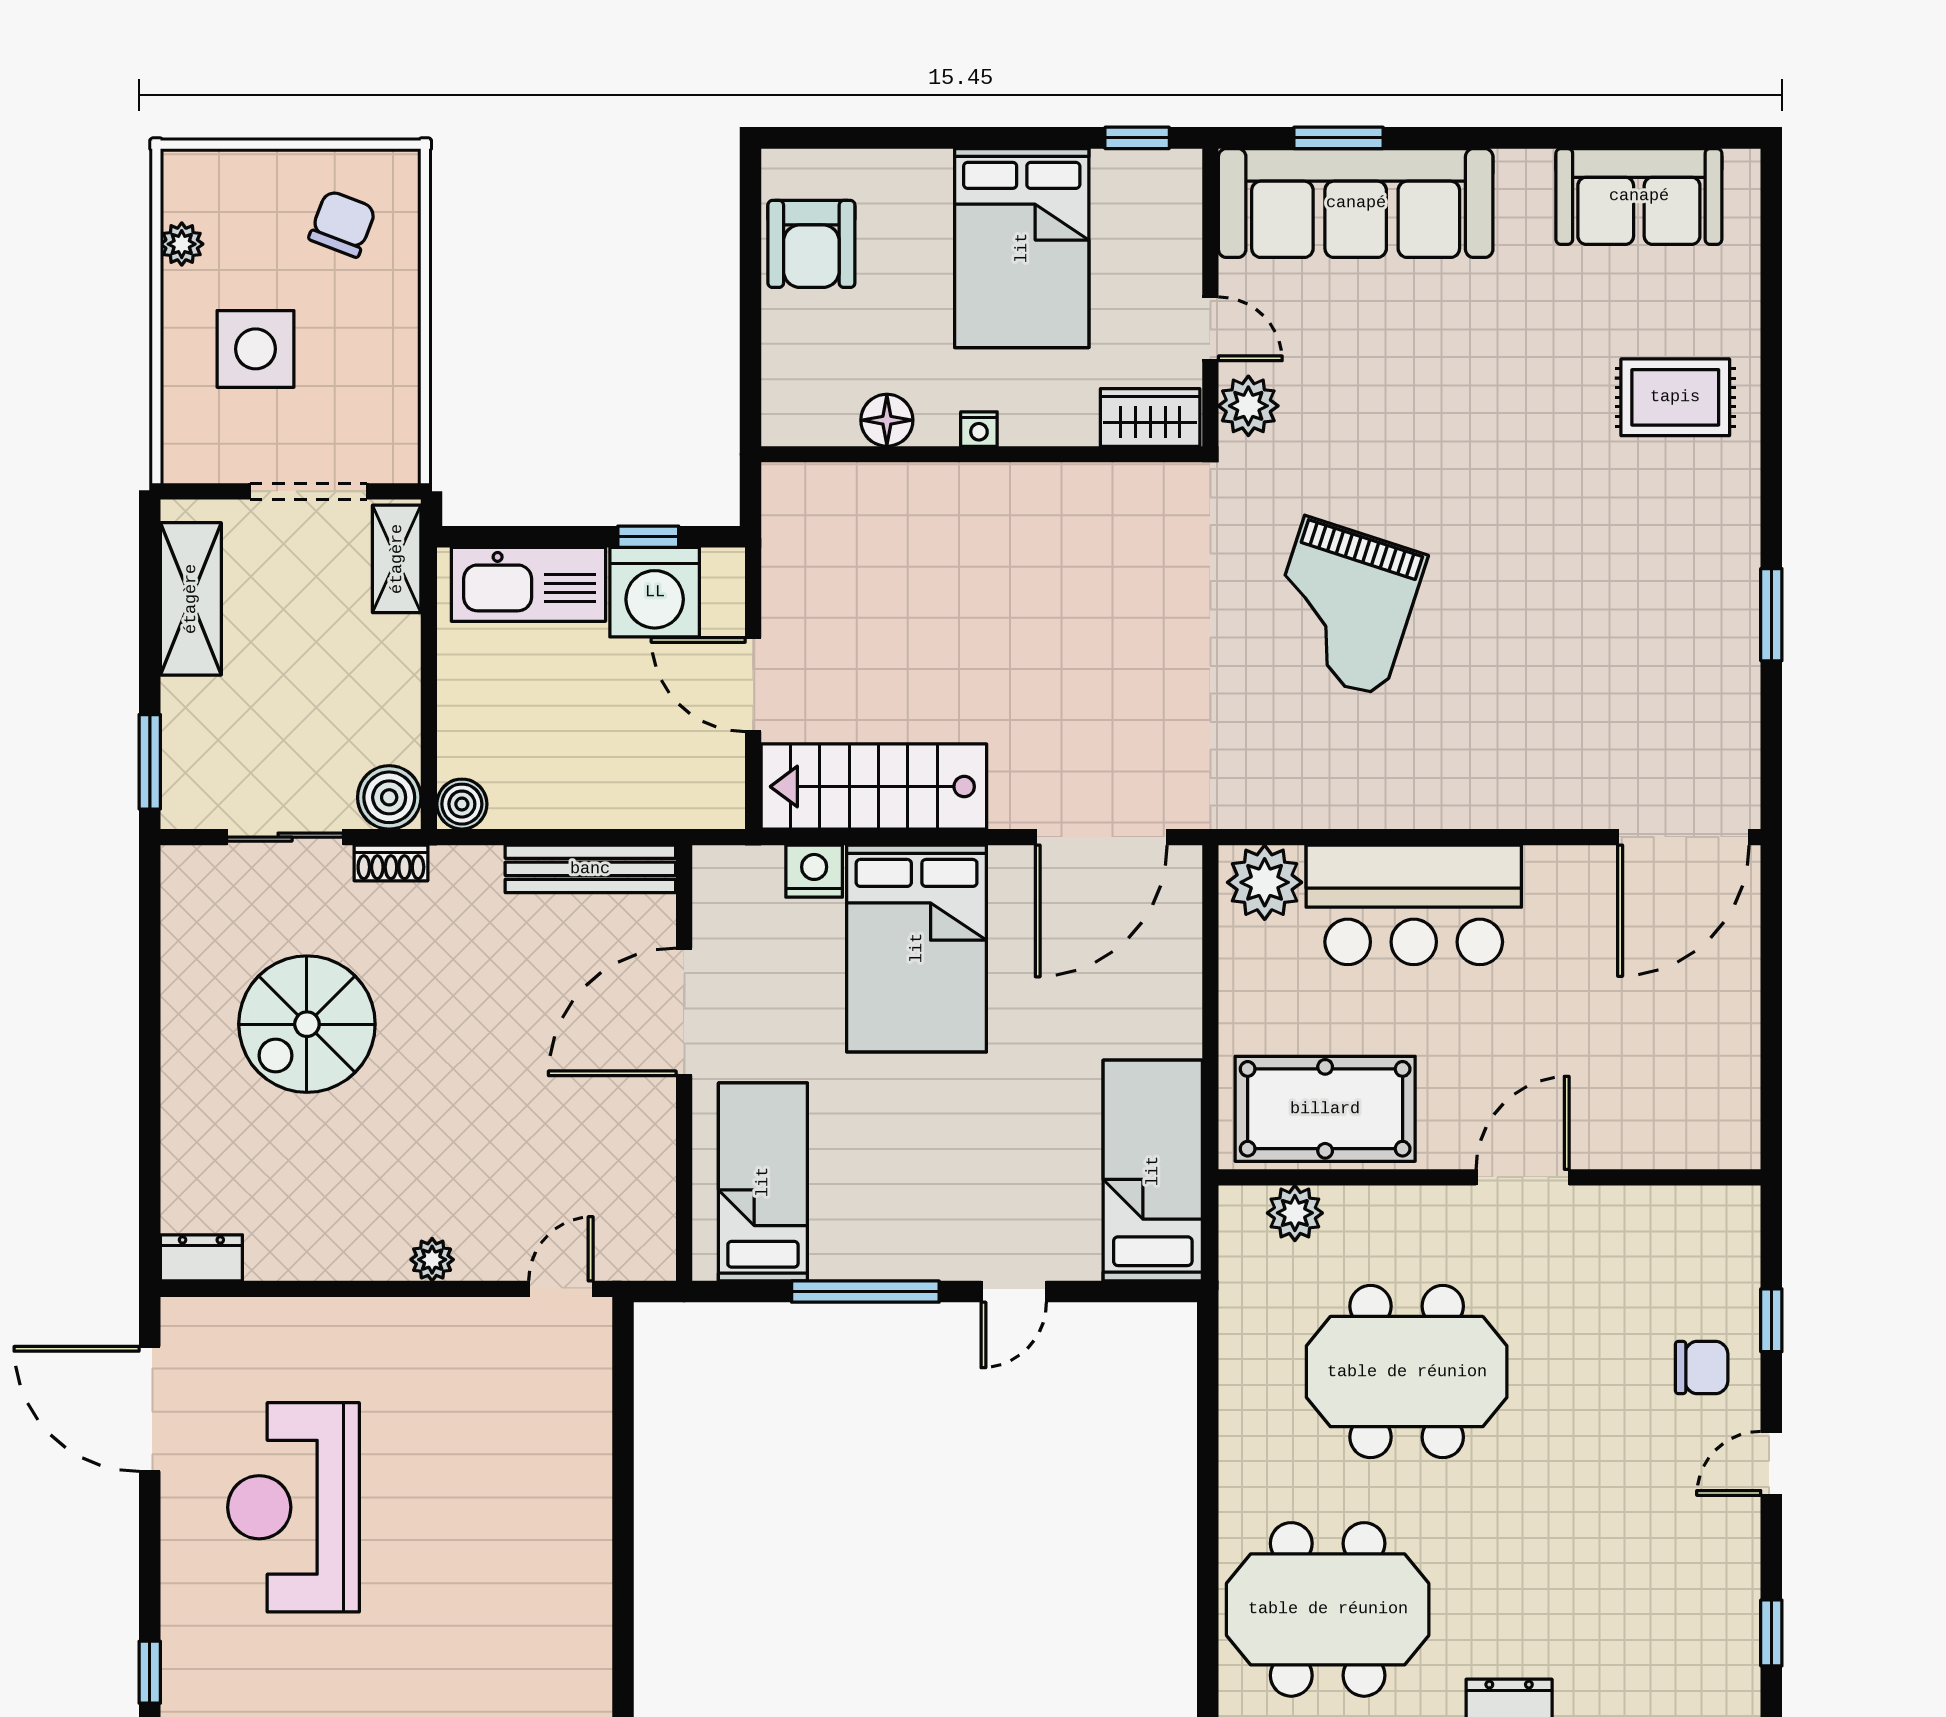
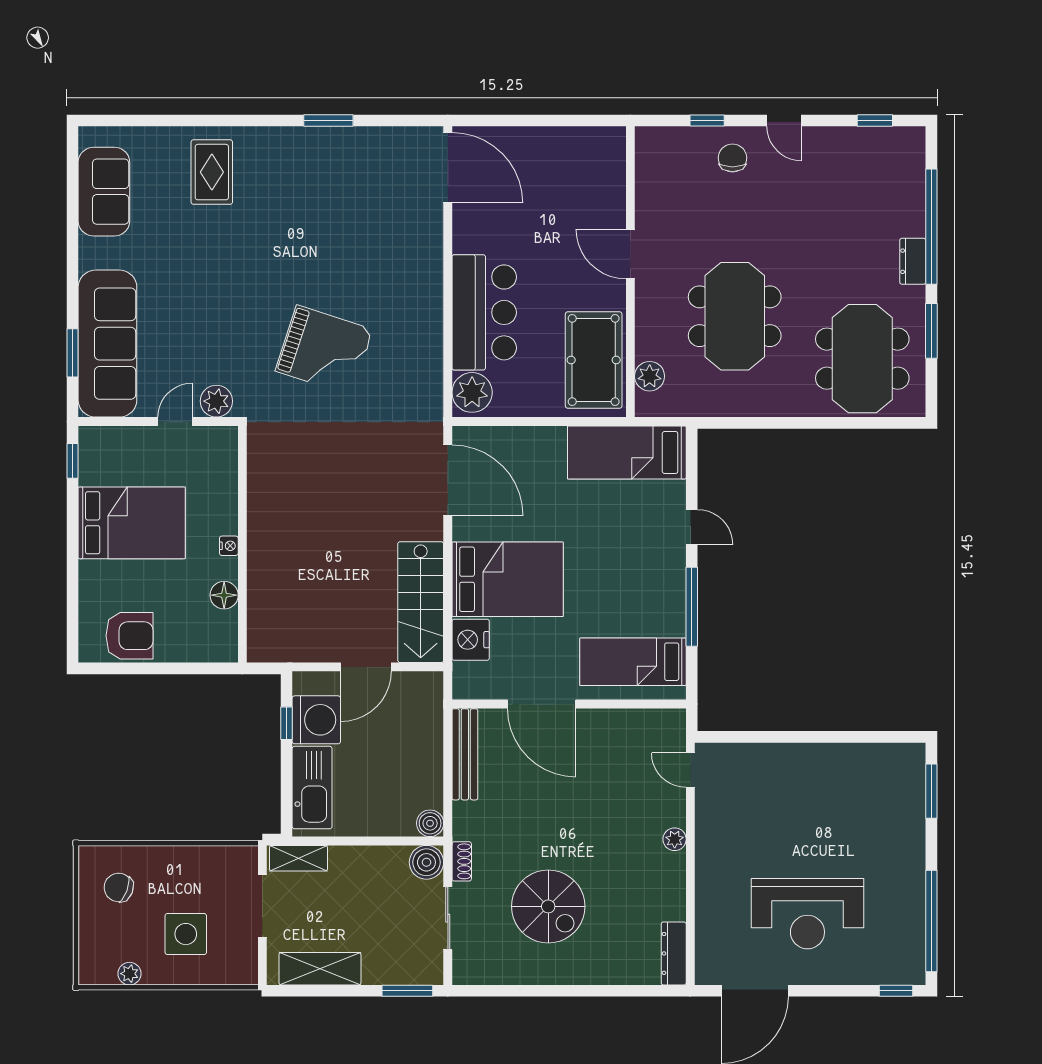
wardrobe: (1150, 417) -> (223, 454), removed
nightstand: (814, 871) -> (471, 640), width x1.36, depth x1.33
dresser: (201, 1258) -> (674, 953), width x1.44

